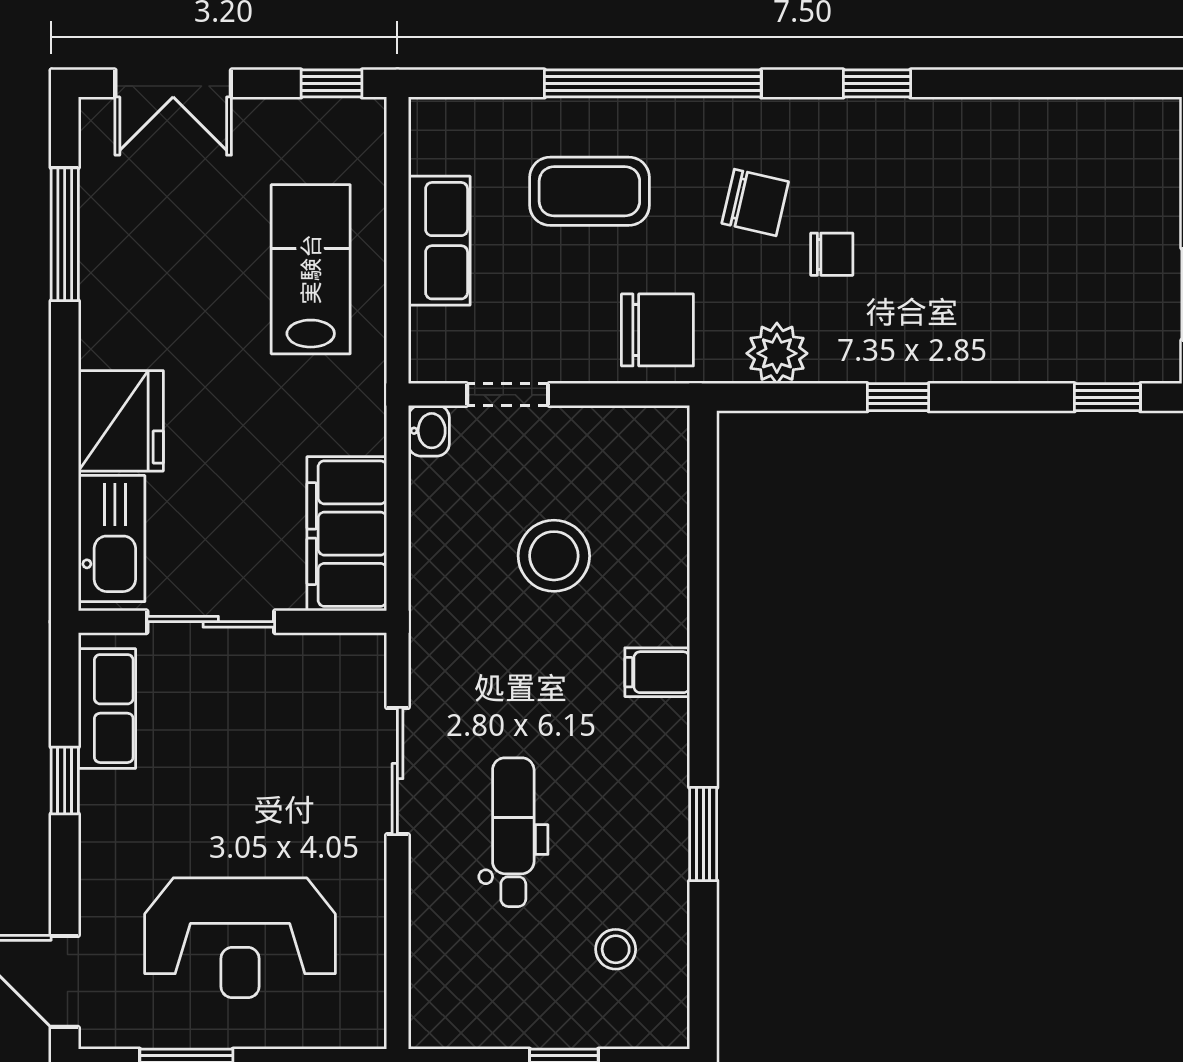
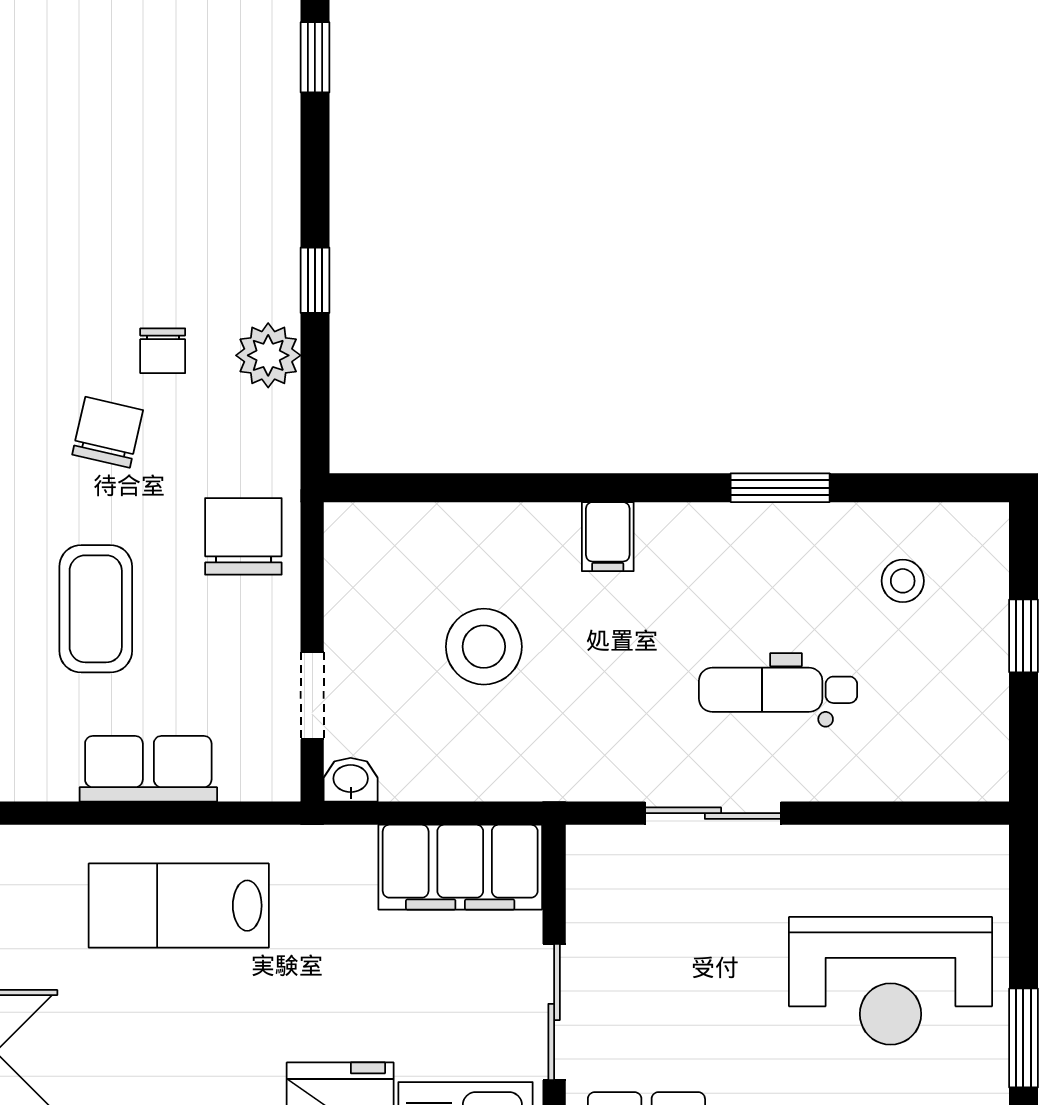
chair: (832, 254) -> (163, 351), turned 180
plant: (777, 353) -> (268, 355), moved
reception desk: (240, 938) -> (890, 981), turned 90

